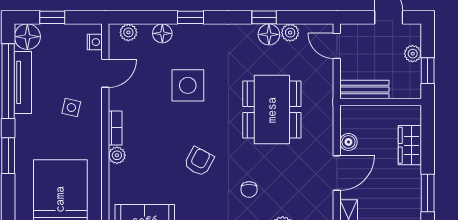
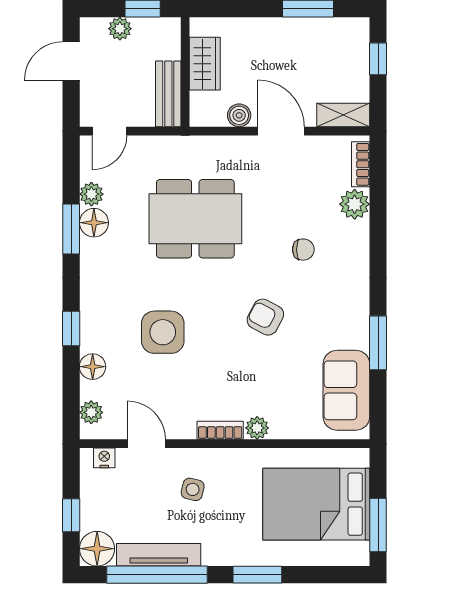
window: (264, 17) -> (71, 229), width x1.50
wardrobe: (410, 145) -> (205, 64), moved, turned -90

